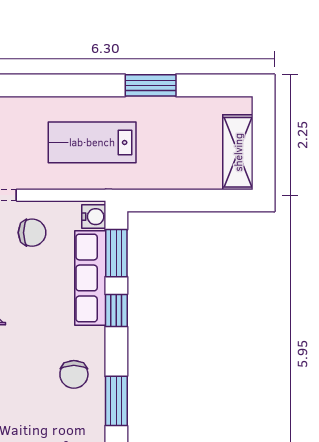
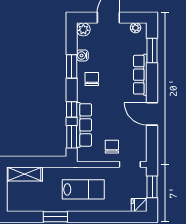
shelving: (238, 152) -> (24, 174), moved, turned 90
water cooler: (94, 217) -> (82, 55), moved
chair: (32, 233) -> (112, 147), turned 90

